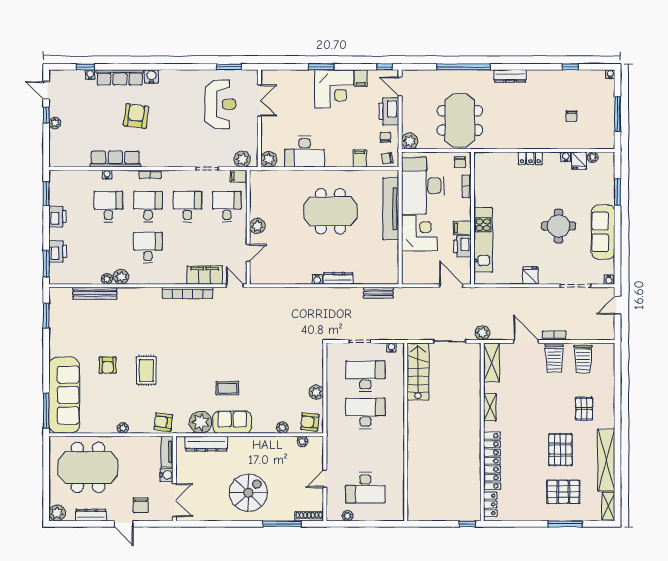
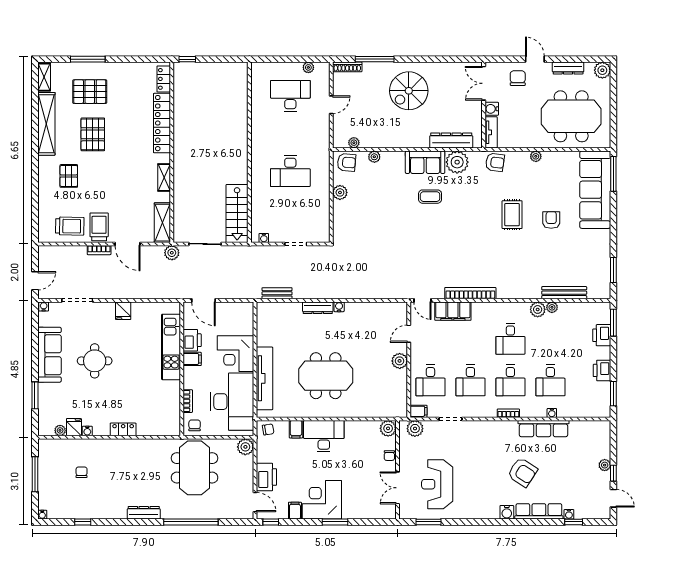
armchair: (136, 116) -> (522, 472), turned -64
chair: (386, 137) -> (389, 456), moved
desk: (305, 152) -> (324, 436), moved
trolley: (583, 359) -> (70, 226), turned 91
desk: (365, 376) -> (290, 209), removed

